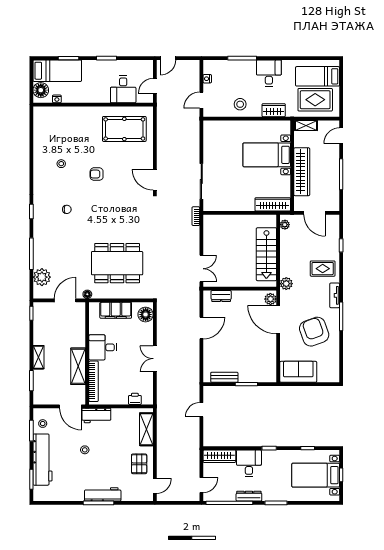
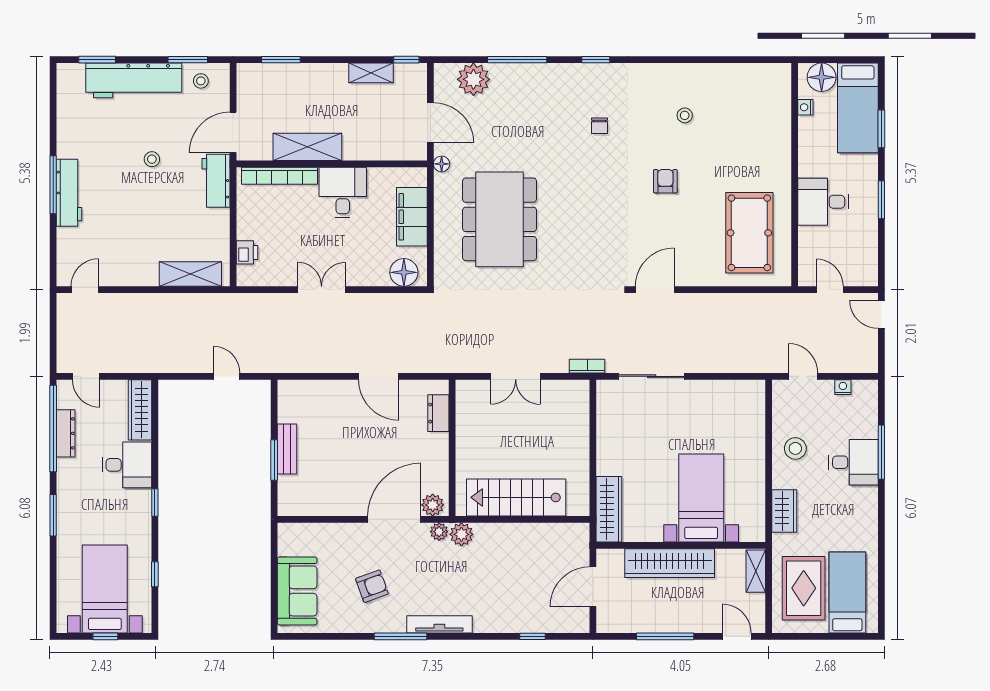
desk: (269, 73) -> (853, 462), moved
desk: (123, 89) -> (823, 202), moved
plant: (285, 225) -> (439, 532), moved
double door: (201, 269) -> (516, 376), moved
rug: (323, 269) -> (489, 602), removed
tv unit: (335, 295) -> (439, 624), width x1.41
armchair: (314, 332) -> (372, 586), width x0.53, depth x0.53
shelving: (38, 357) -> (371, 73), moved
sofa: (298, 372) -> (297, 591), moved
bench: (224, 377) -> (287, 449), moved
pallet: (139, 464) -> (126, 260), removed
door: (155, 486) -> (85, 290), swing flipped
dresser: (249, 496) -> (66, 433), moved

